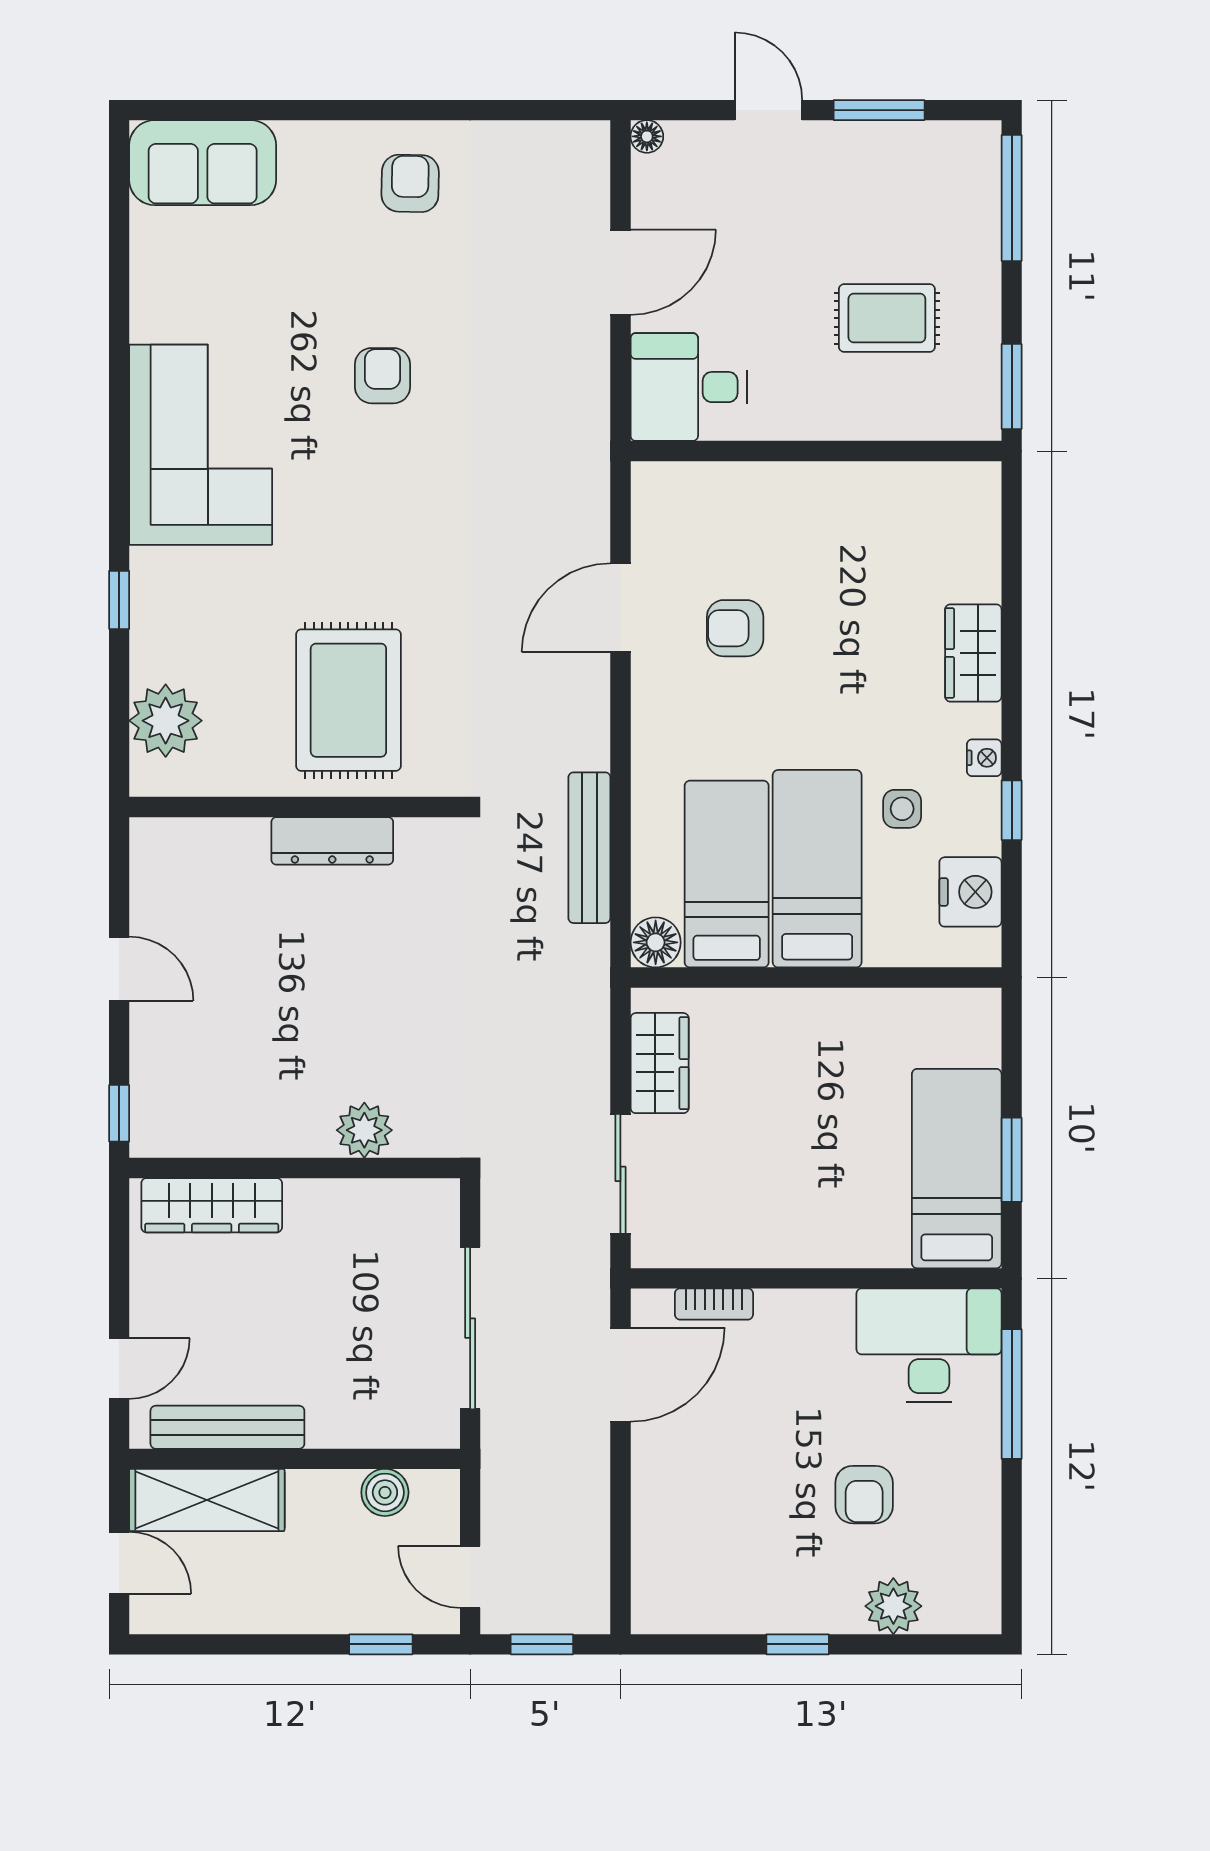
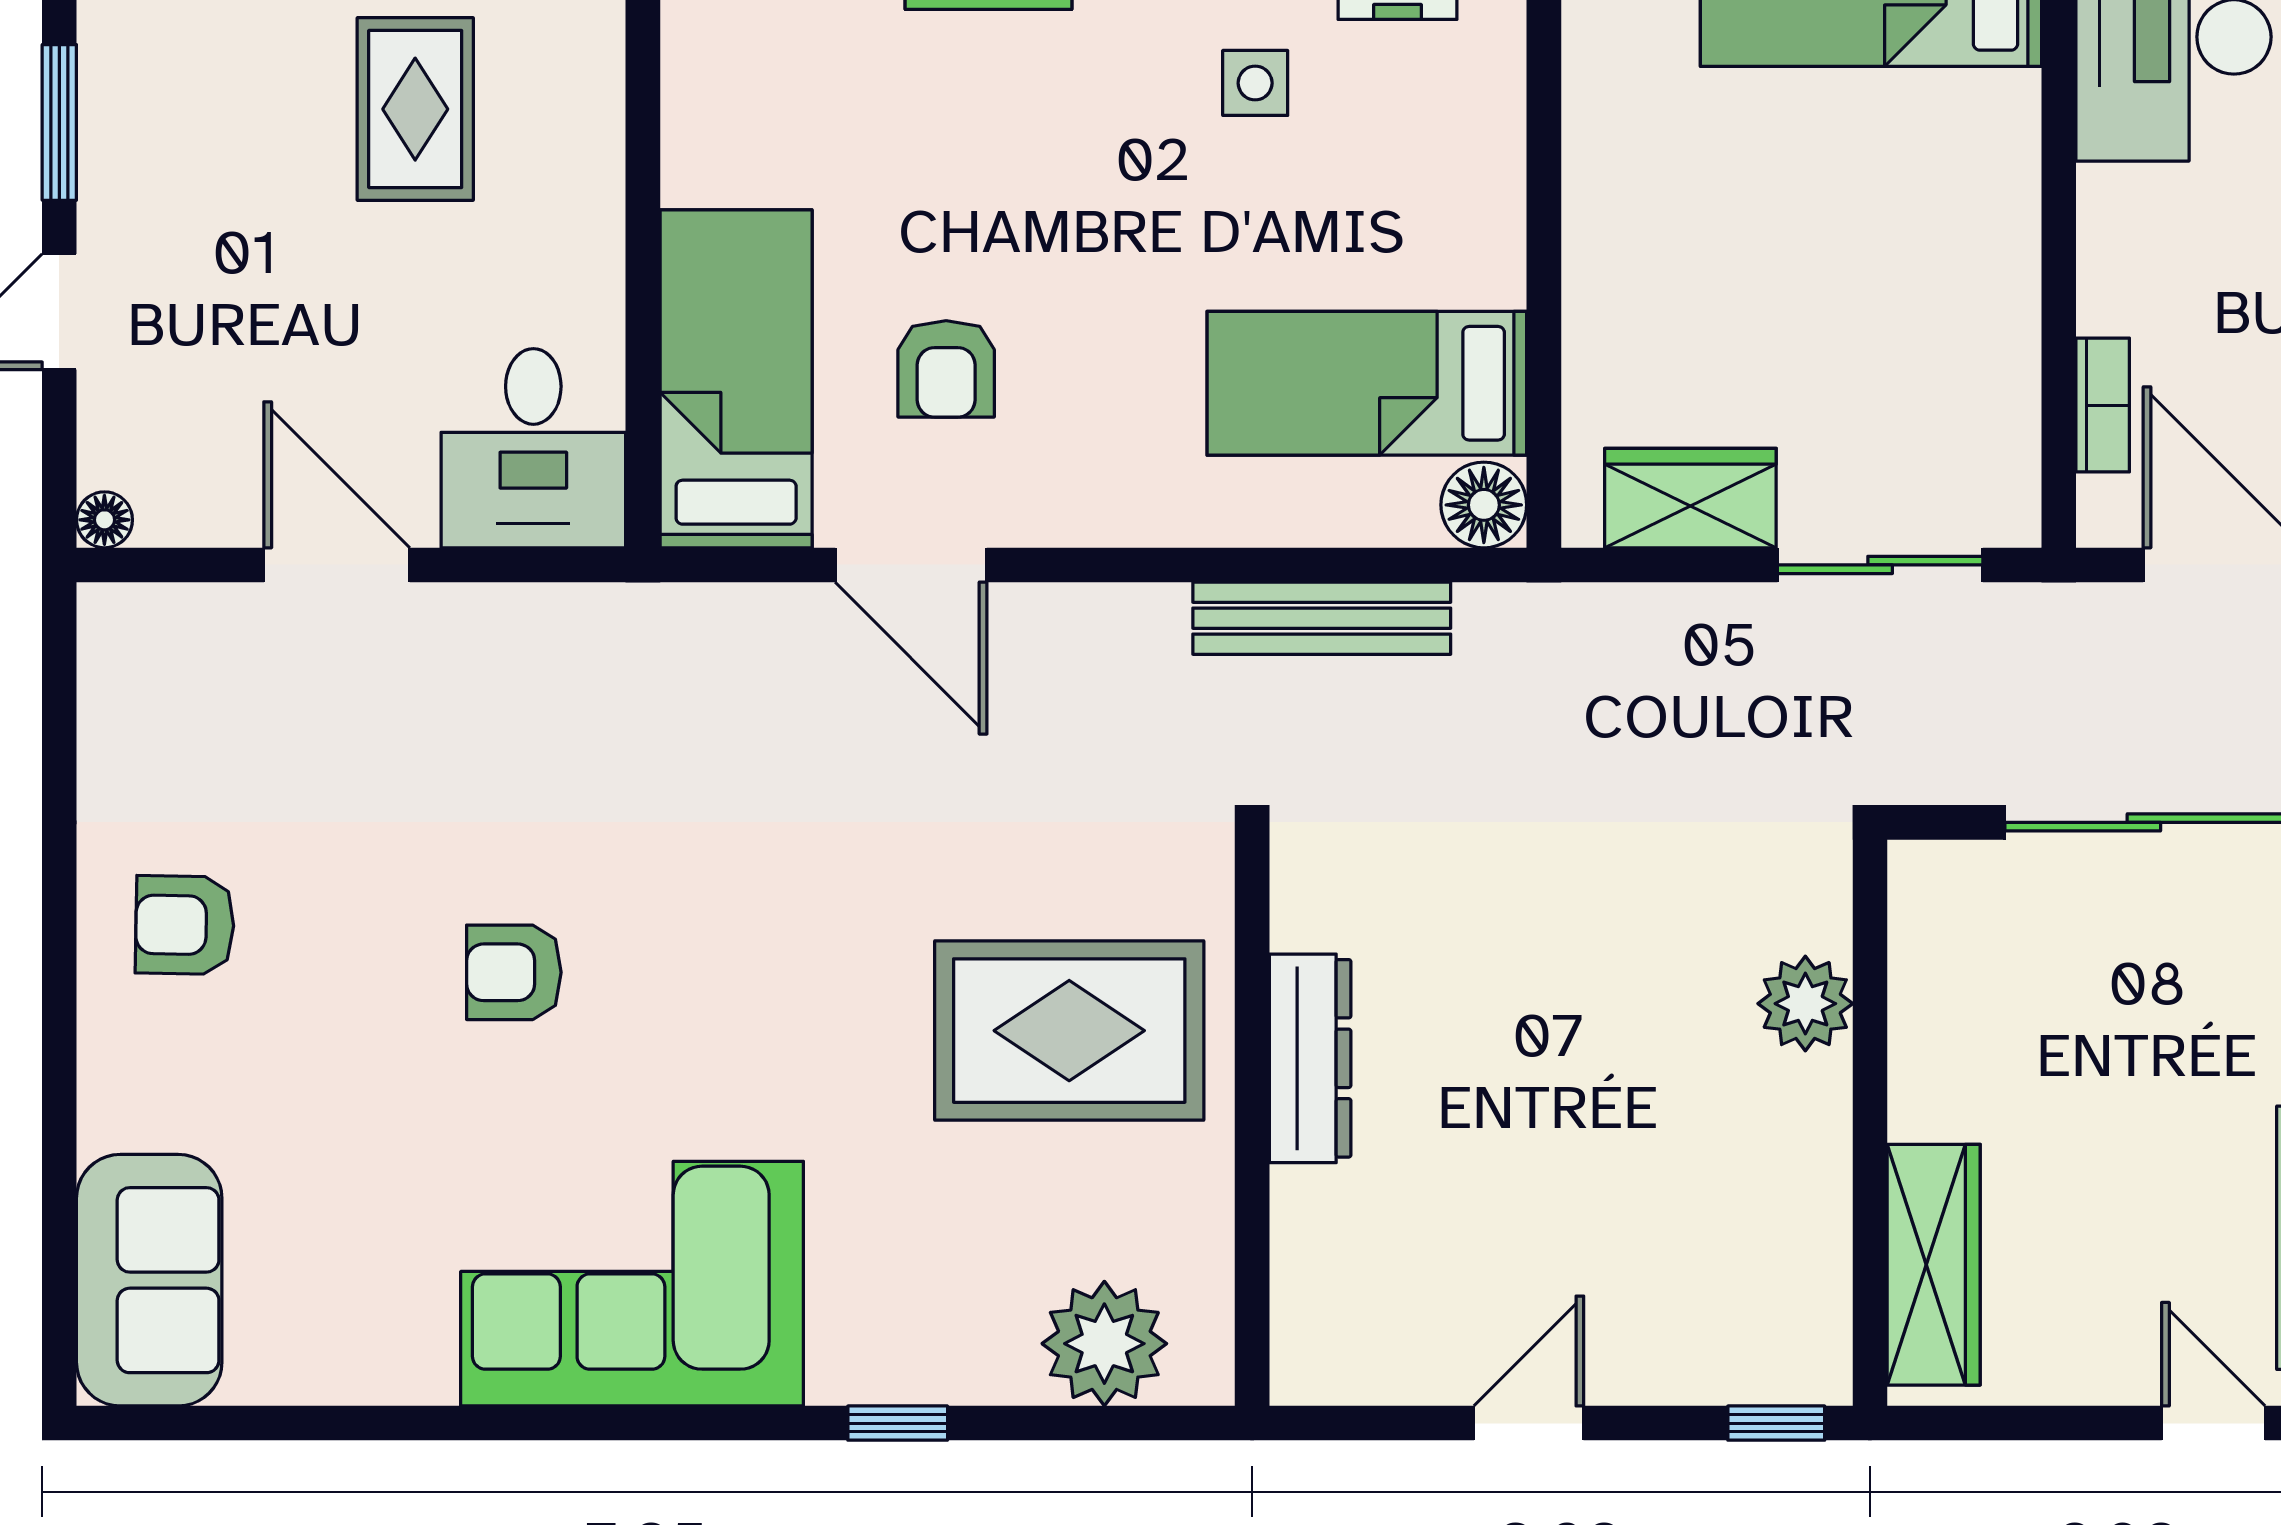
bed: (817, 869) -> (736, 379), moved, turned 90

